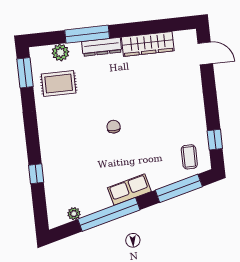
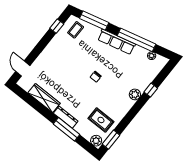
plant: (60, 52) -> (96, 141), moved
plant: (49, 151) -> (135, 94), added
row of seats: (129, 190) -> (117, 42), width x1.48

